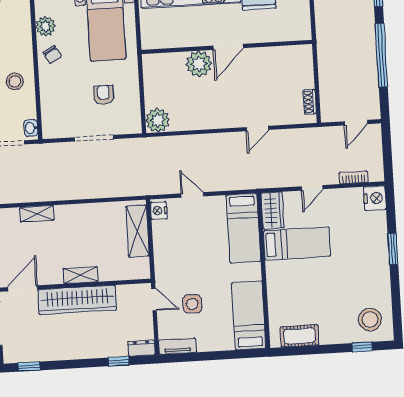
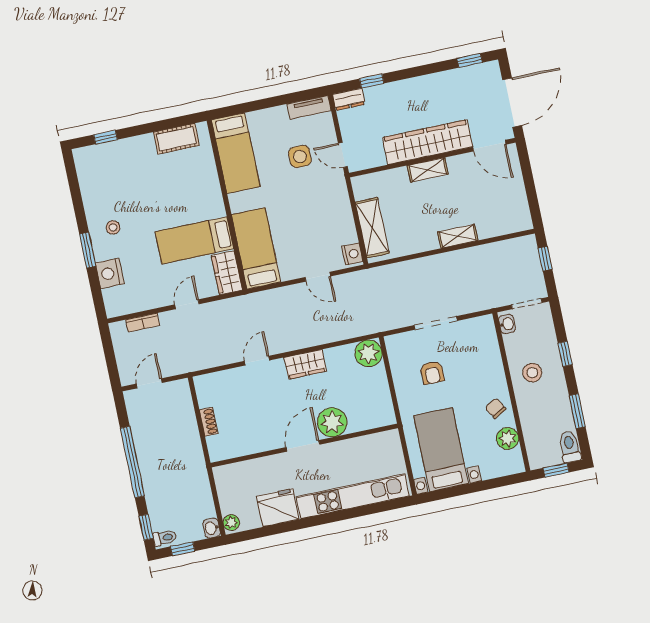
shoe rack: (310, 102) -> (209, 422), moved
wardrobe: (215, 119) -> (305, 364), added
nightstand: (375, 198) -> (110, 273), moved
shelving: (37, 214) -> (458, 236), moved
door: (23, 288) -> (489, 146), hinge flipped
stool: (370, 320) -> (113, 227), moved, width x0.53, depth x0.53

